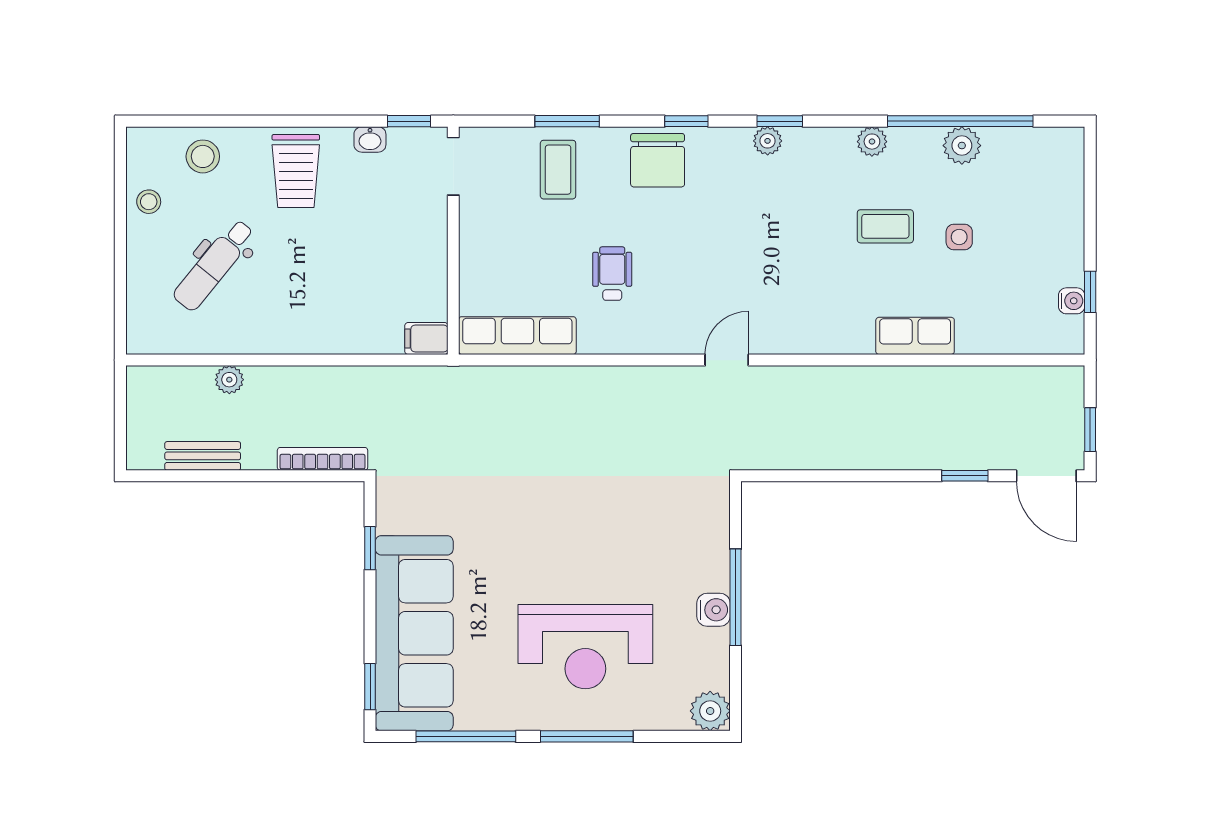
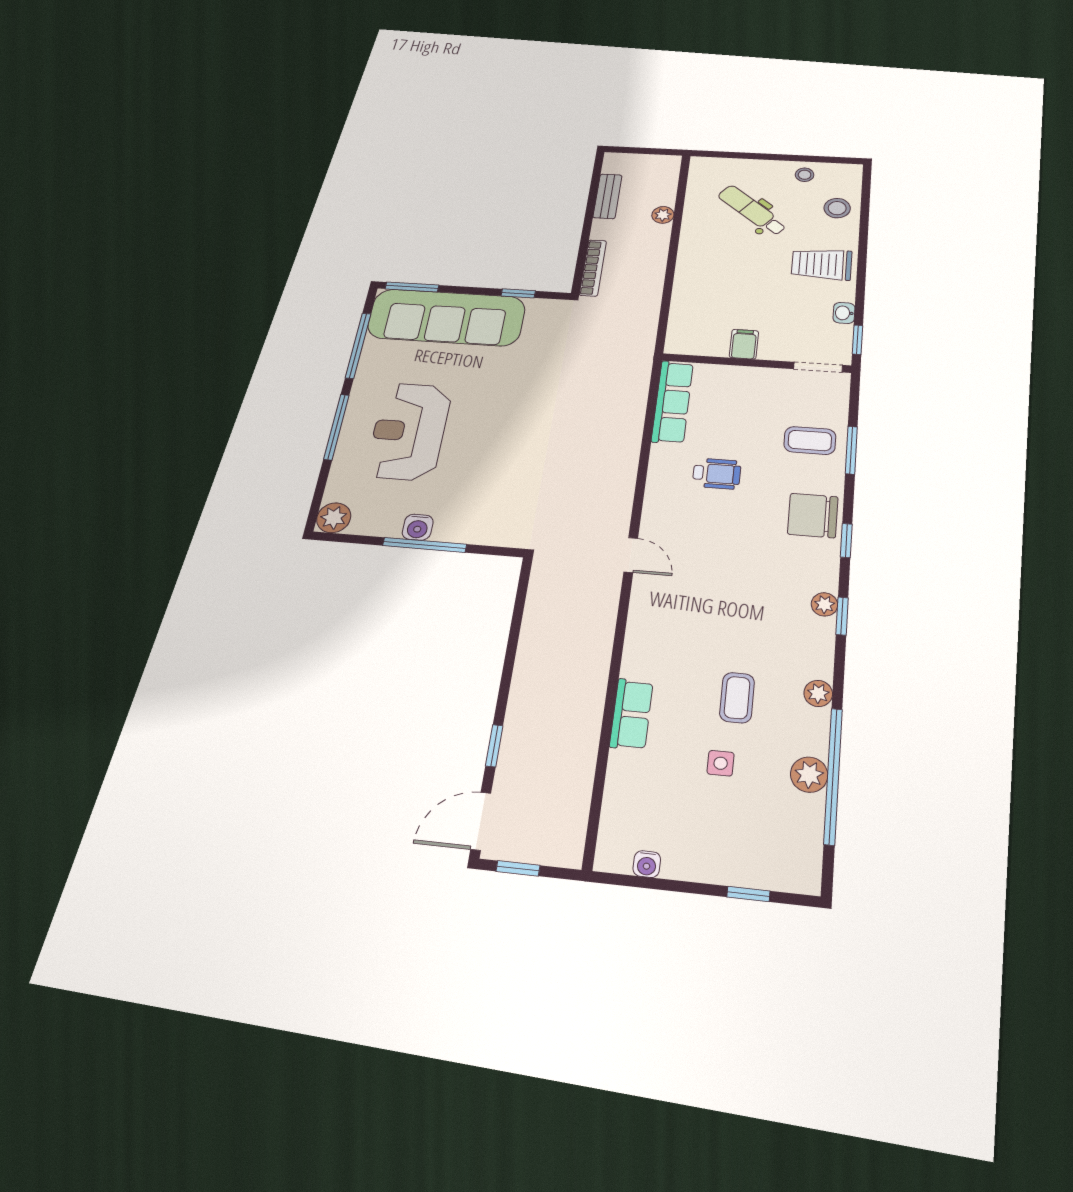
window: (1090, 292) -> (748, 894), moved
filing cabinet: (426, 339) -> (744, 344), moved
window: (370, 687) -> (412, 287), width x1.50

